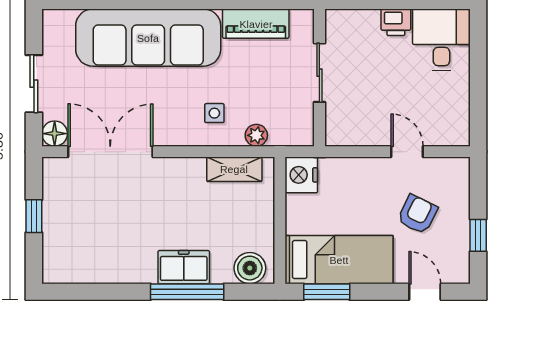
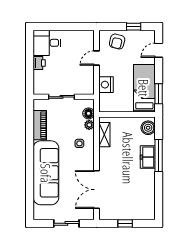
floor lamp: (55, 134) -> (89, 113), moved
nightstand: (301, 175) -> (106, 85), moved, turned 90
armchair: (417, 214) -> (117, 42), moved, turned -102

